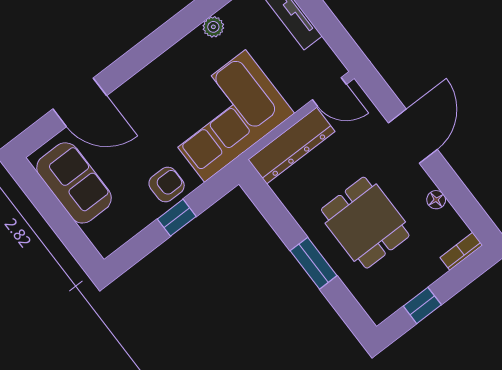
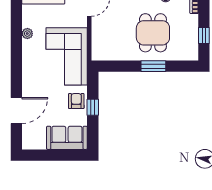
dresser: (292, 146) -> (99, 39), removed
sofa: (74, 183) -> (67, 138), moved
dining table: (365, 223) -> (153, 33), turned 90

